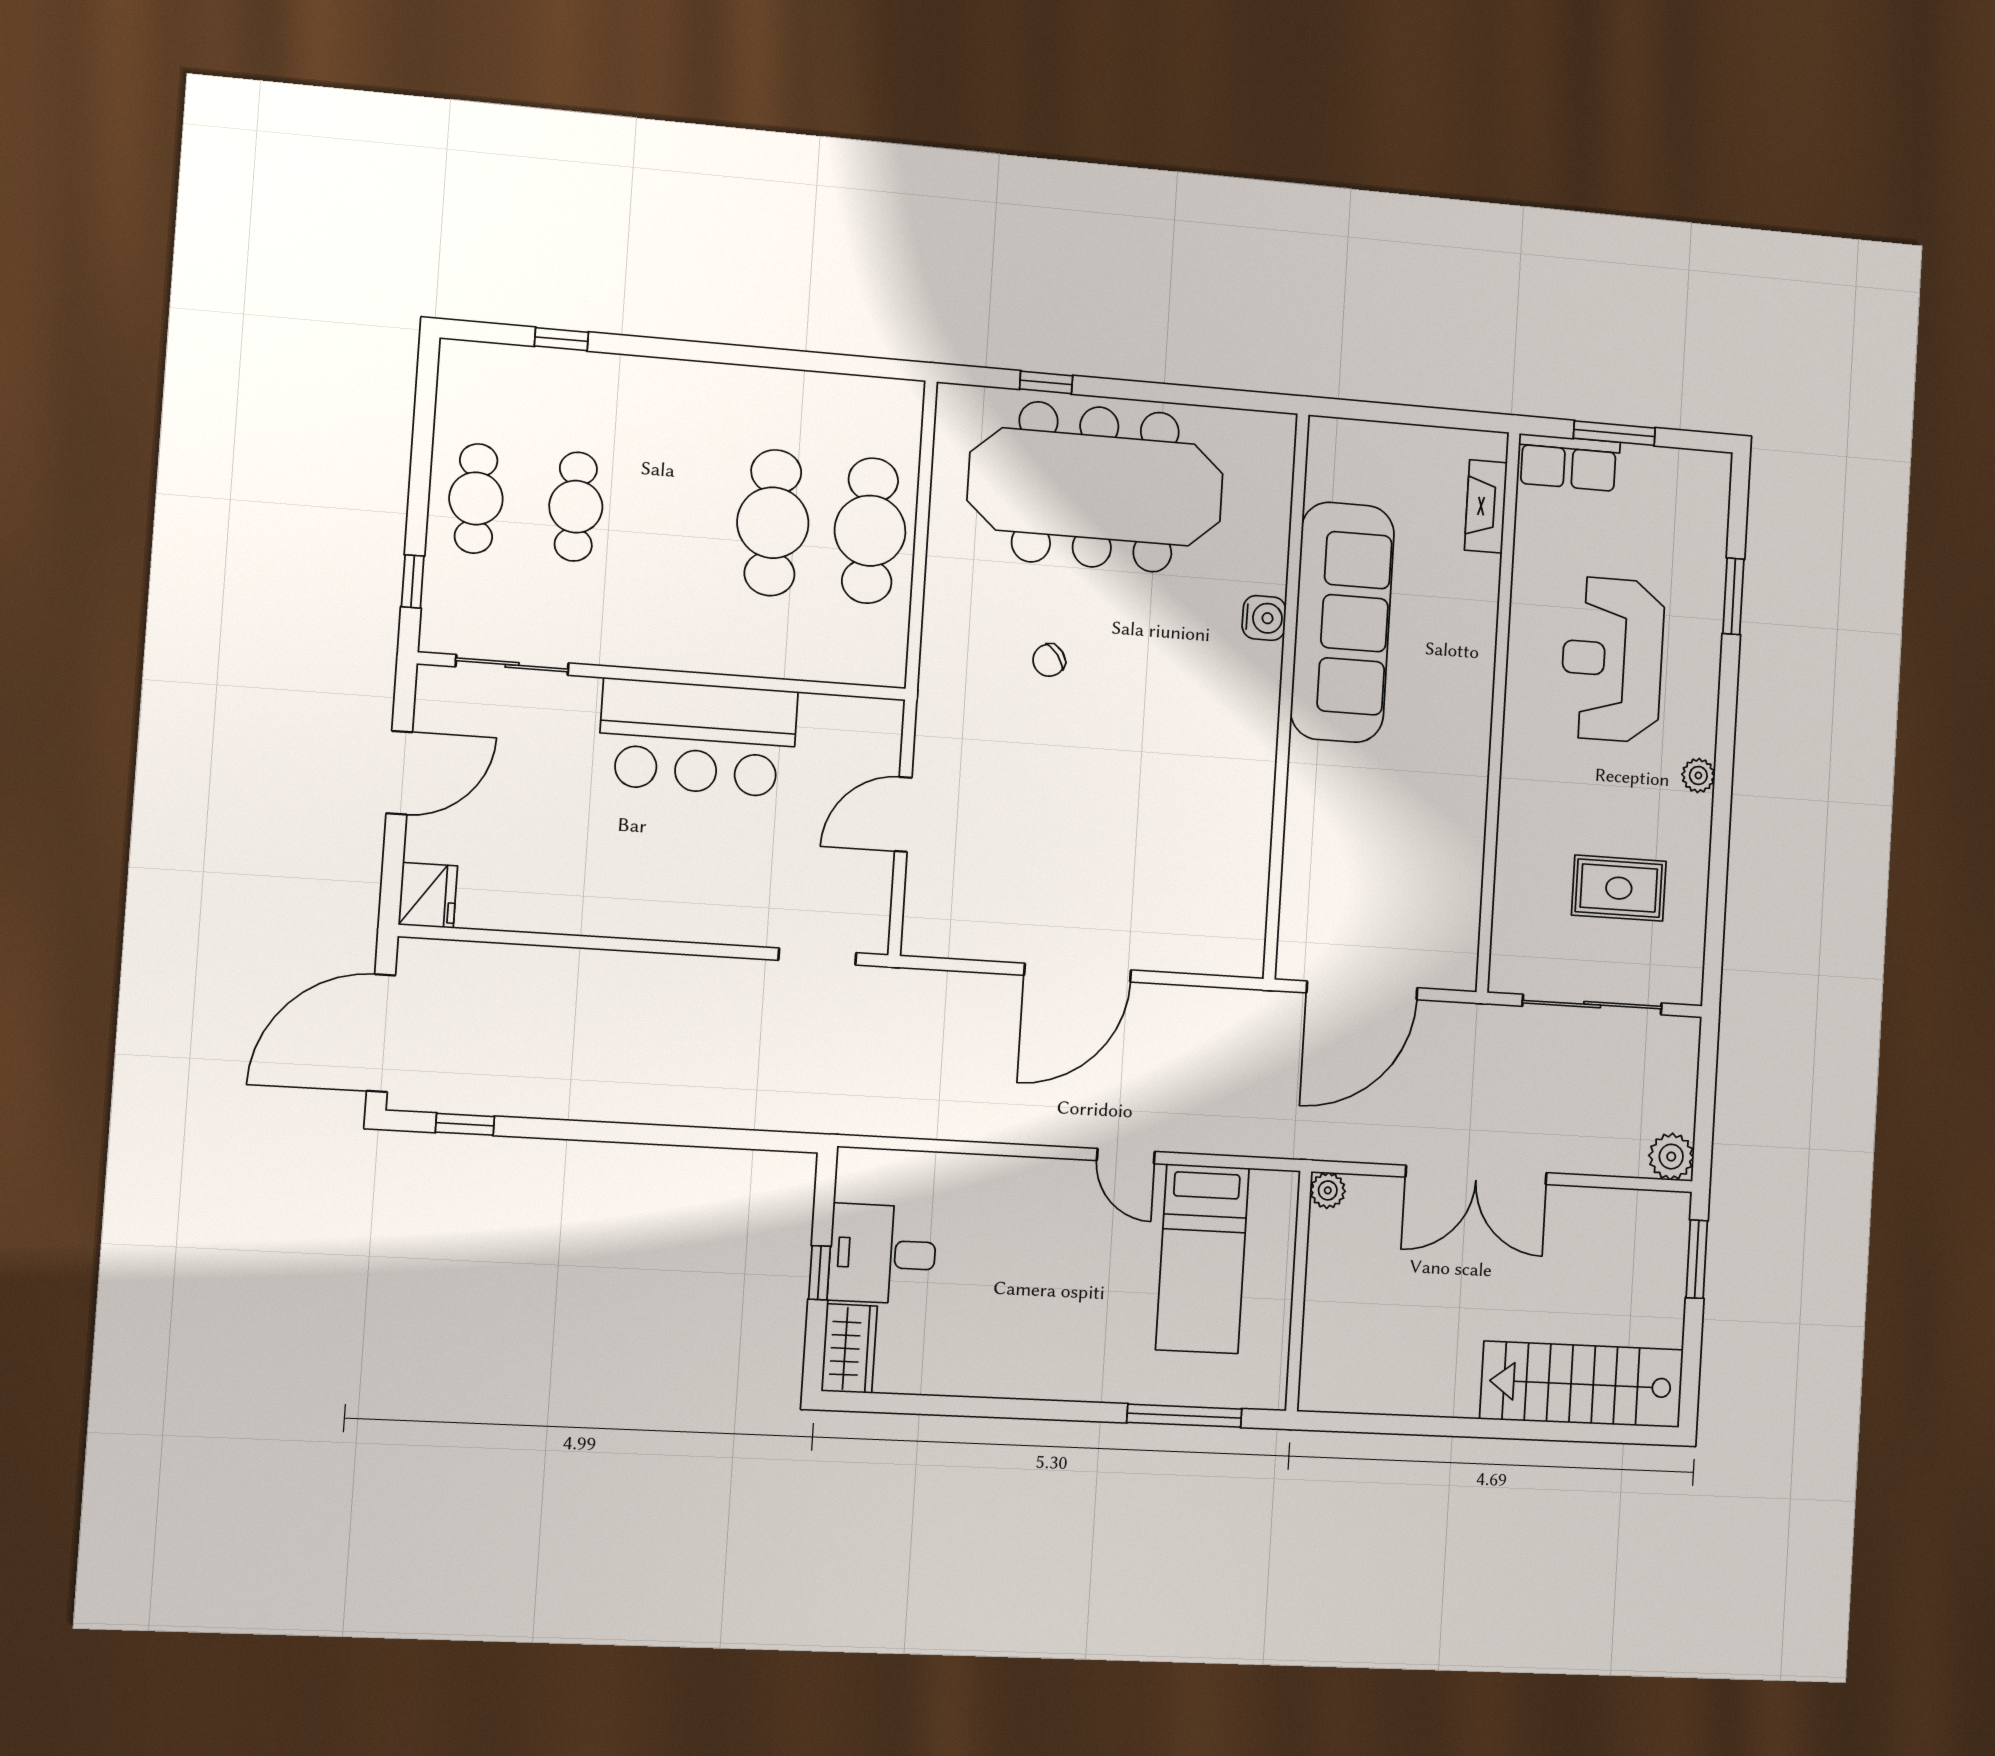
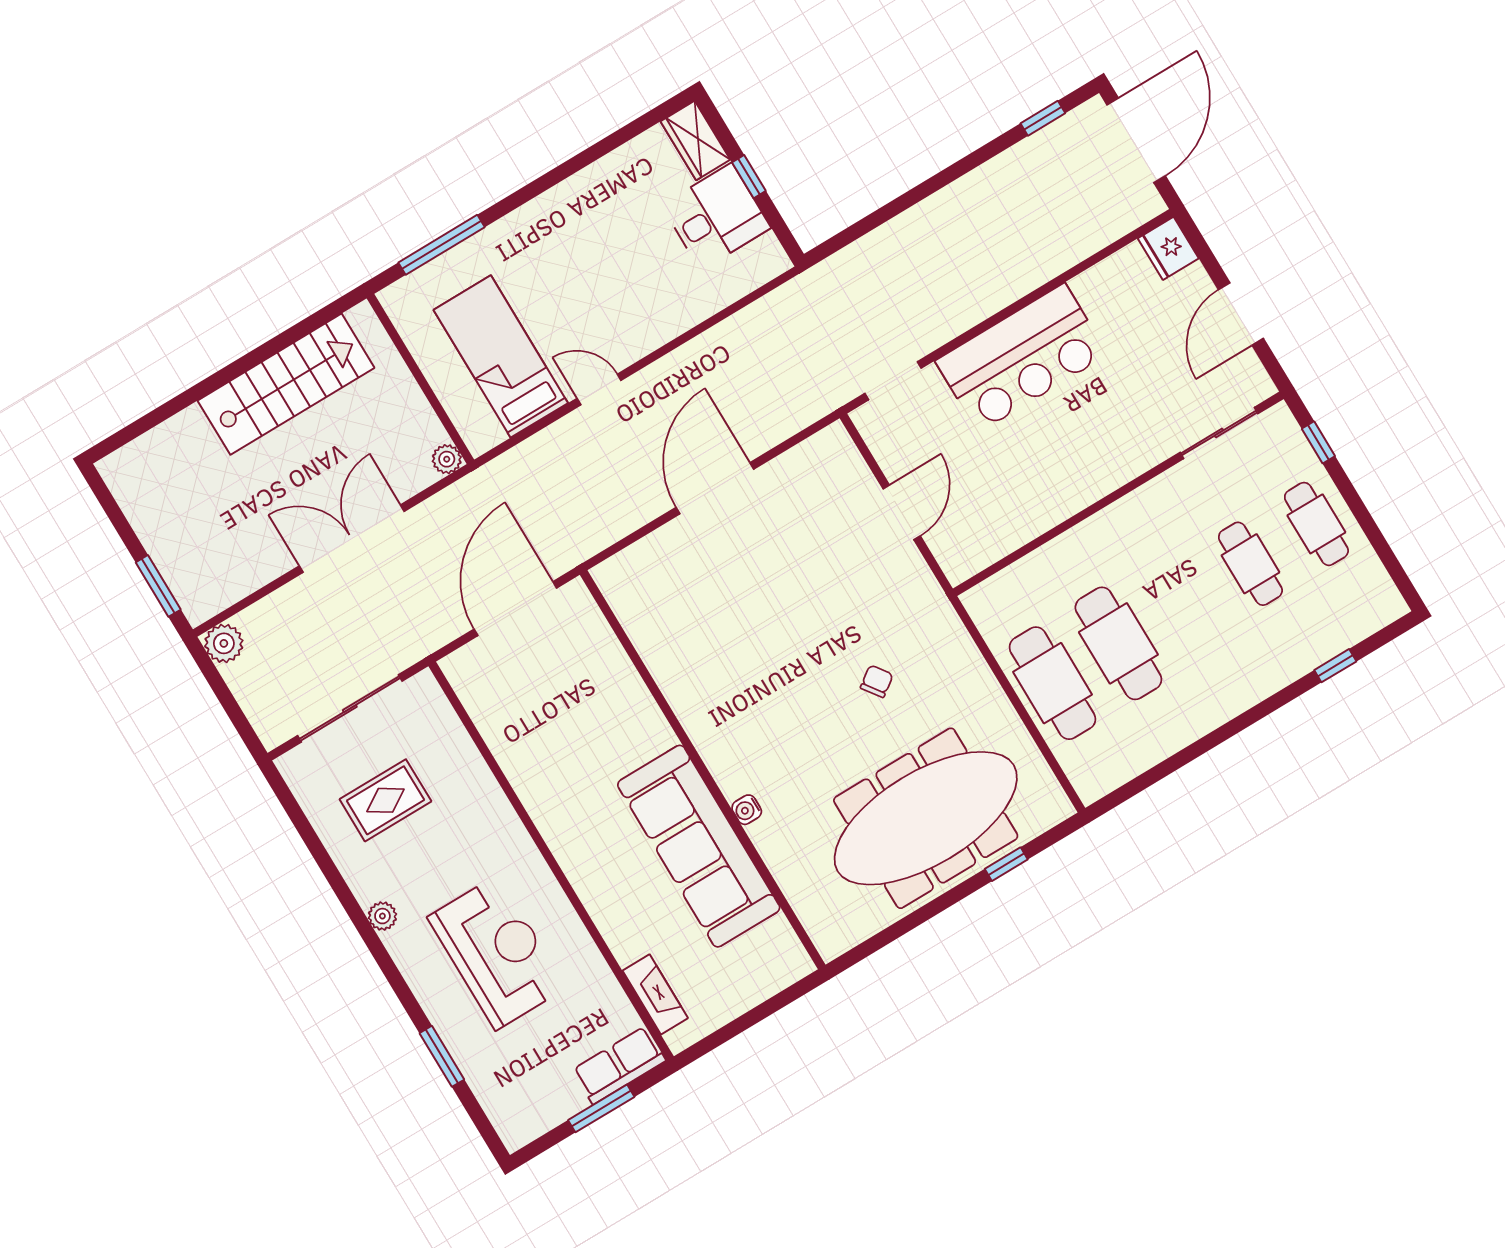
water cooler: (1264, 618) -> (747, 810), width x0.72, depth x0.72
bar counter: (698, 738) -> (1022, 358), moved, turned 180
stairs: (1582, 1384) -> (286, 384), moved

